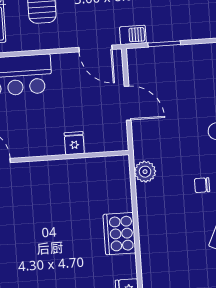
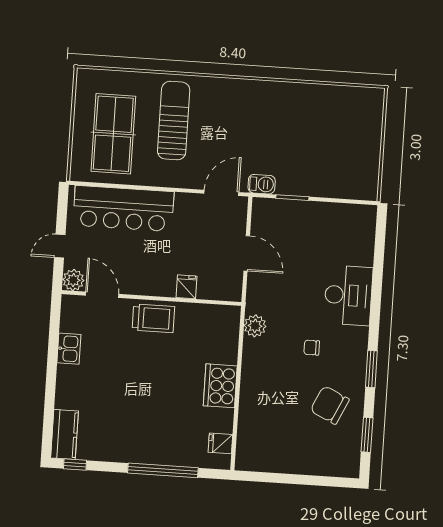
door: (96, 48) -> (221, 193), swing flipped
trolley: (47, 178) -> (153, 318), added

